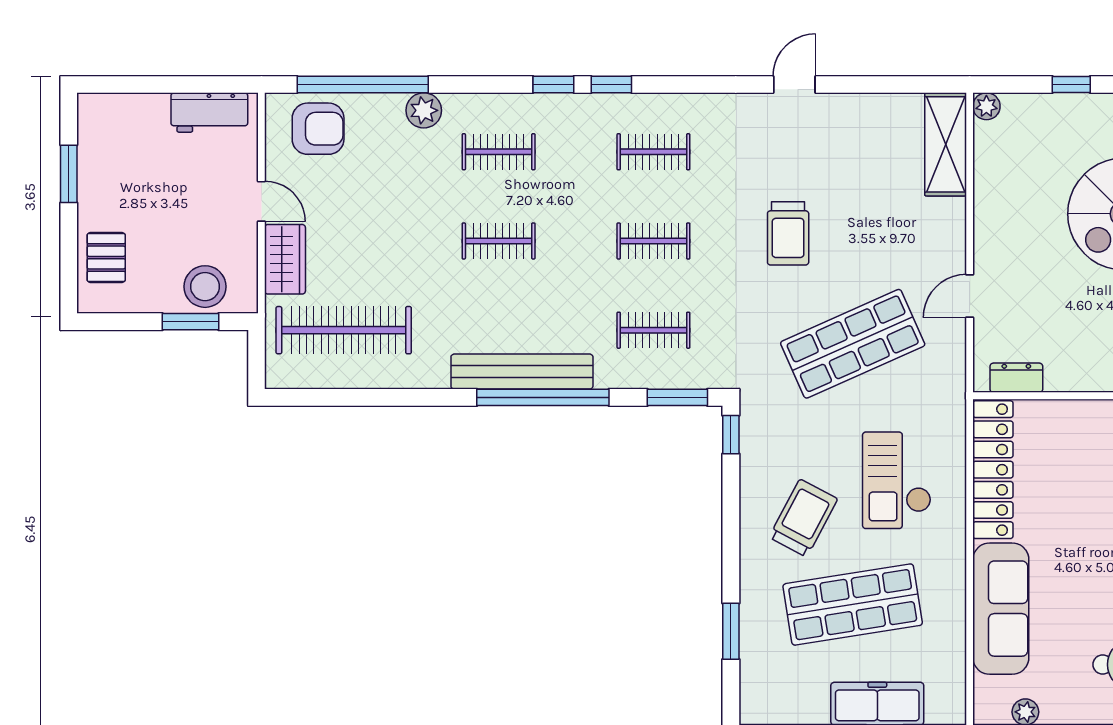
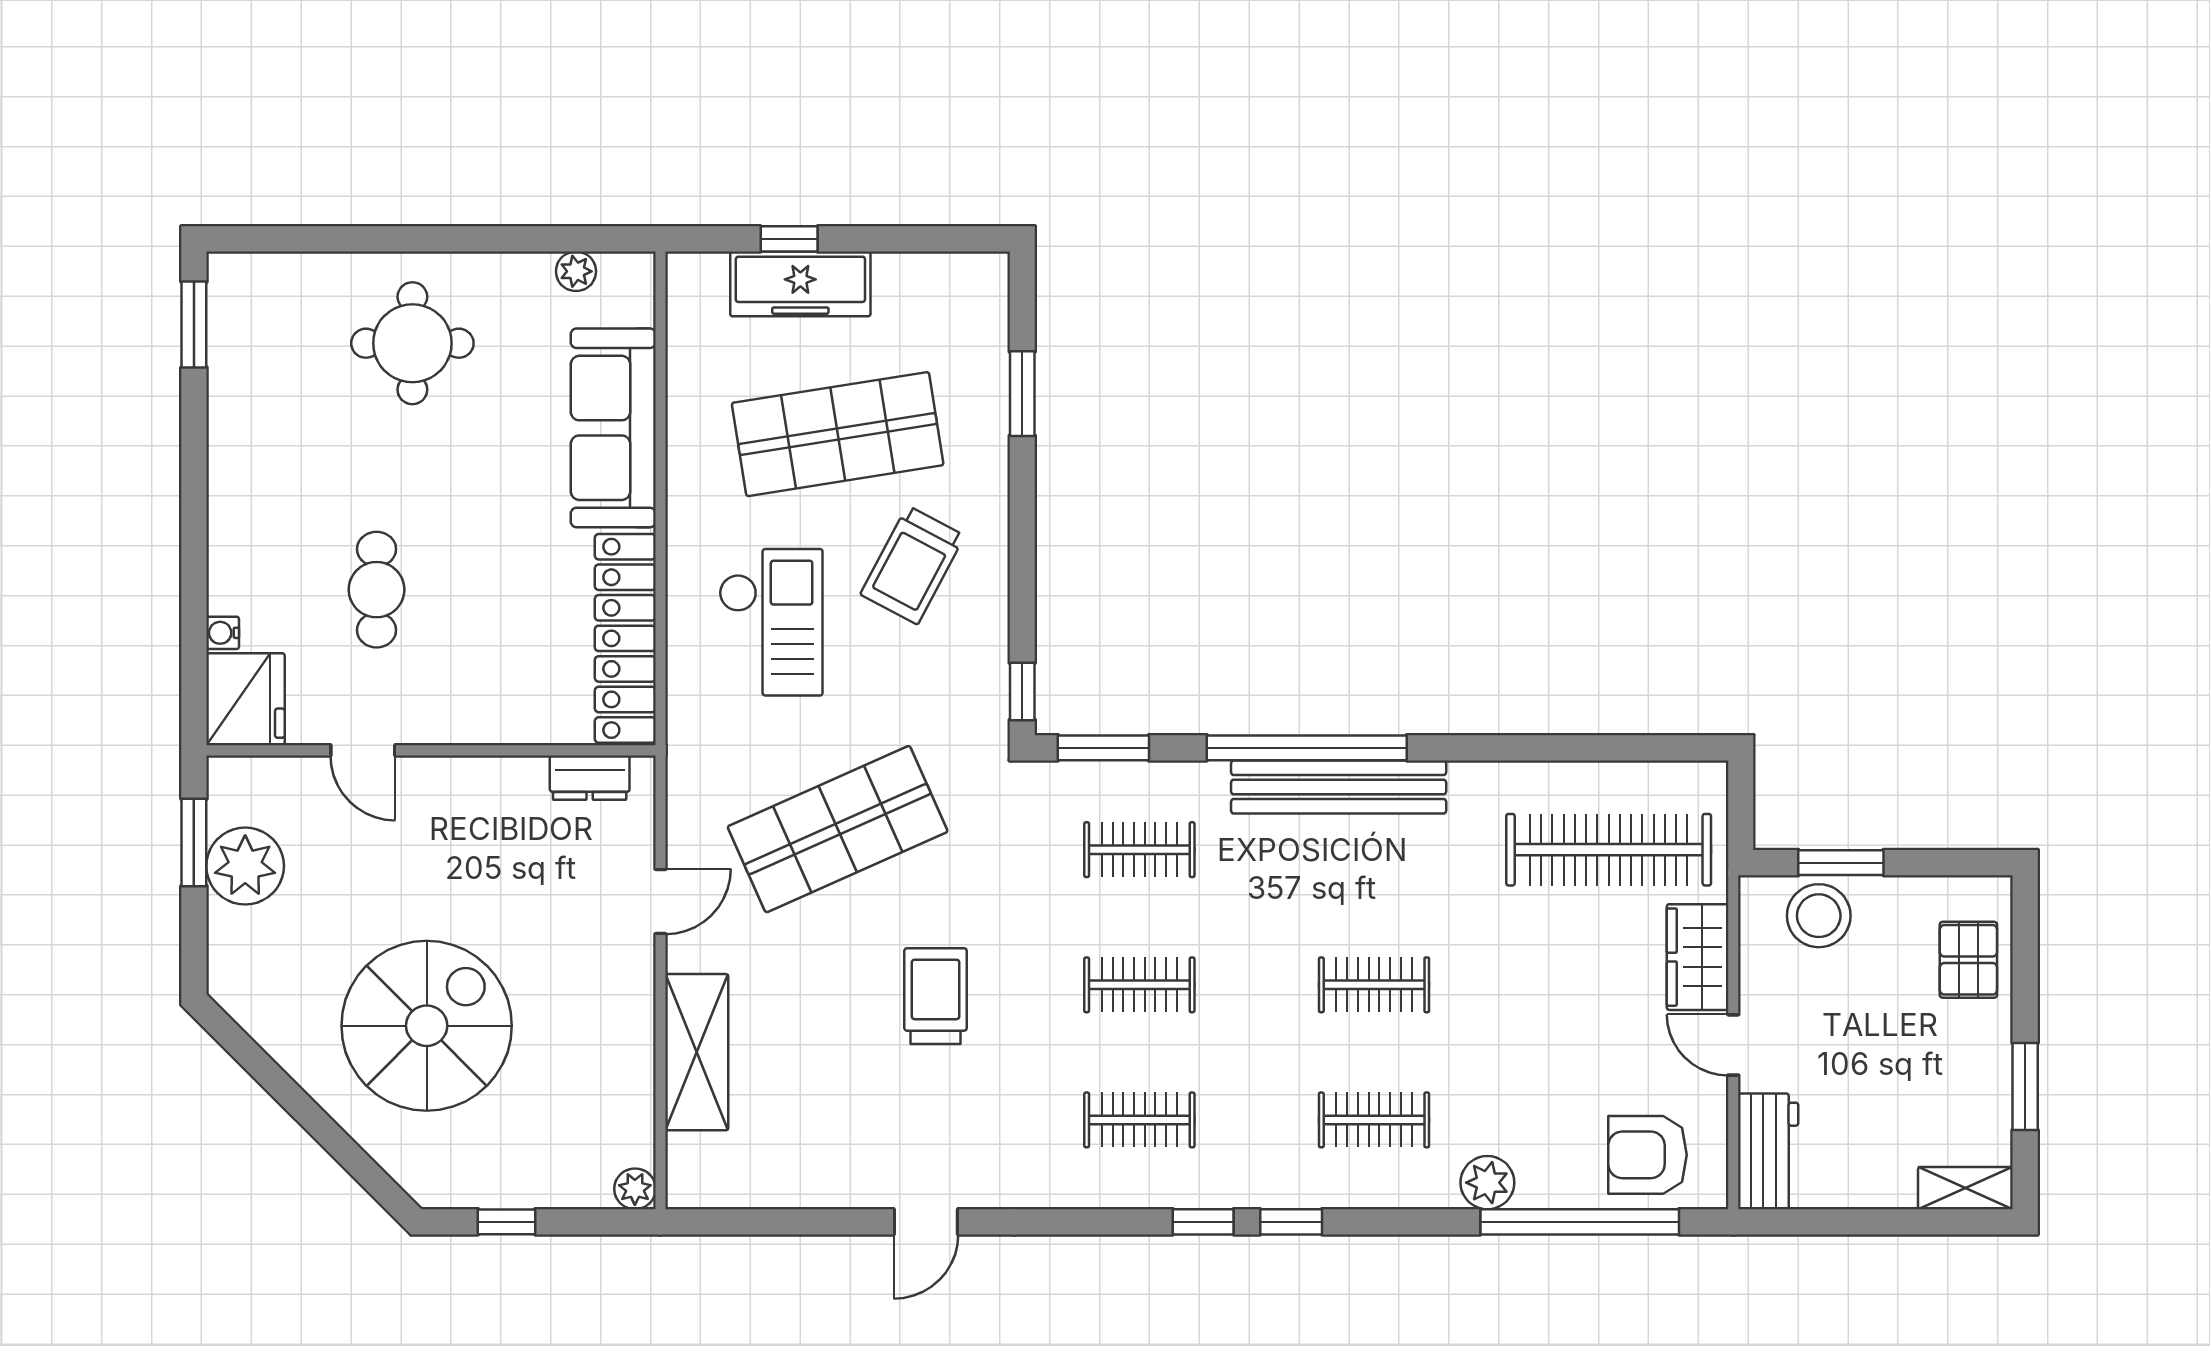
shelving: (108, 107) -> (1965, 1188), added
workbench: (209, 113) -> (1768, 1151), moved, turned 90
shelving: (946, 144) -> (697, 1052), moved

